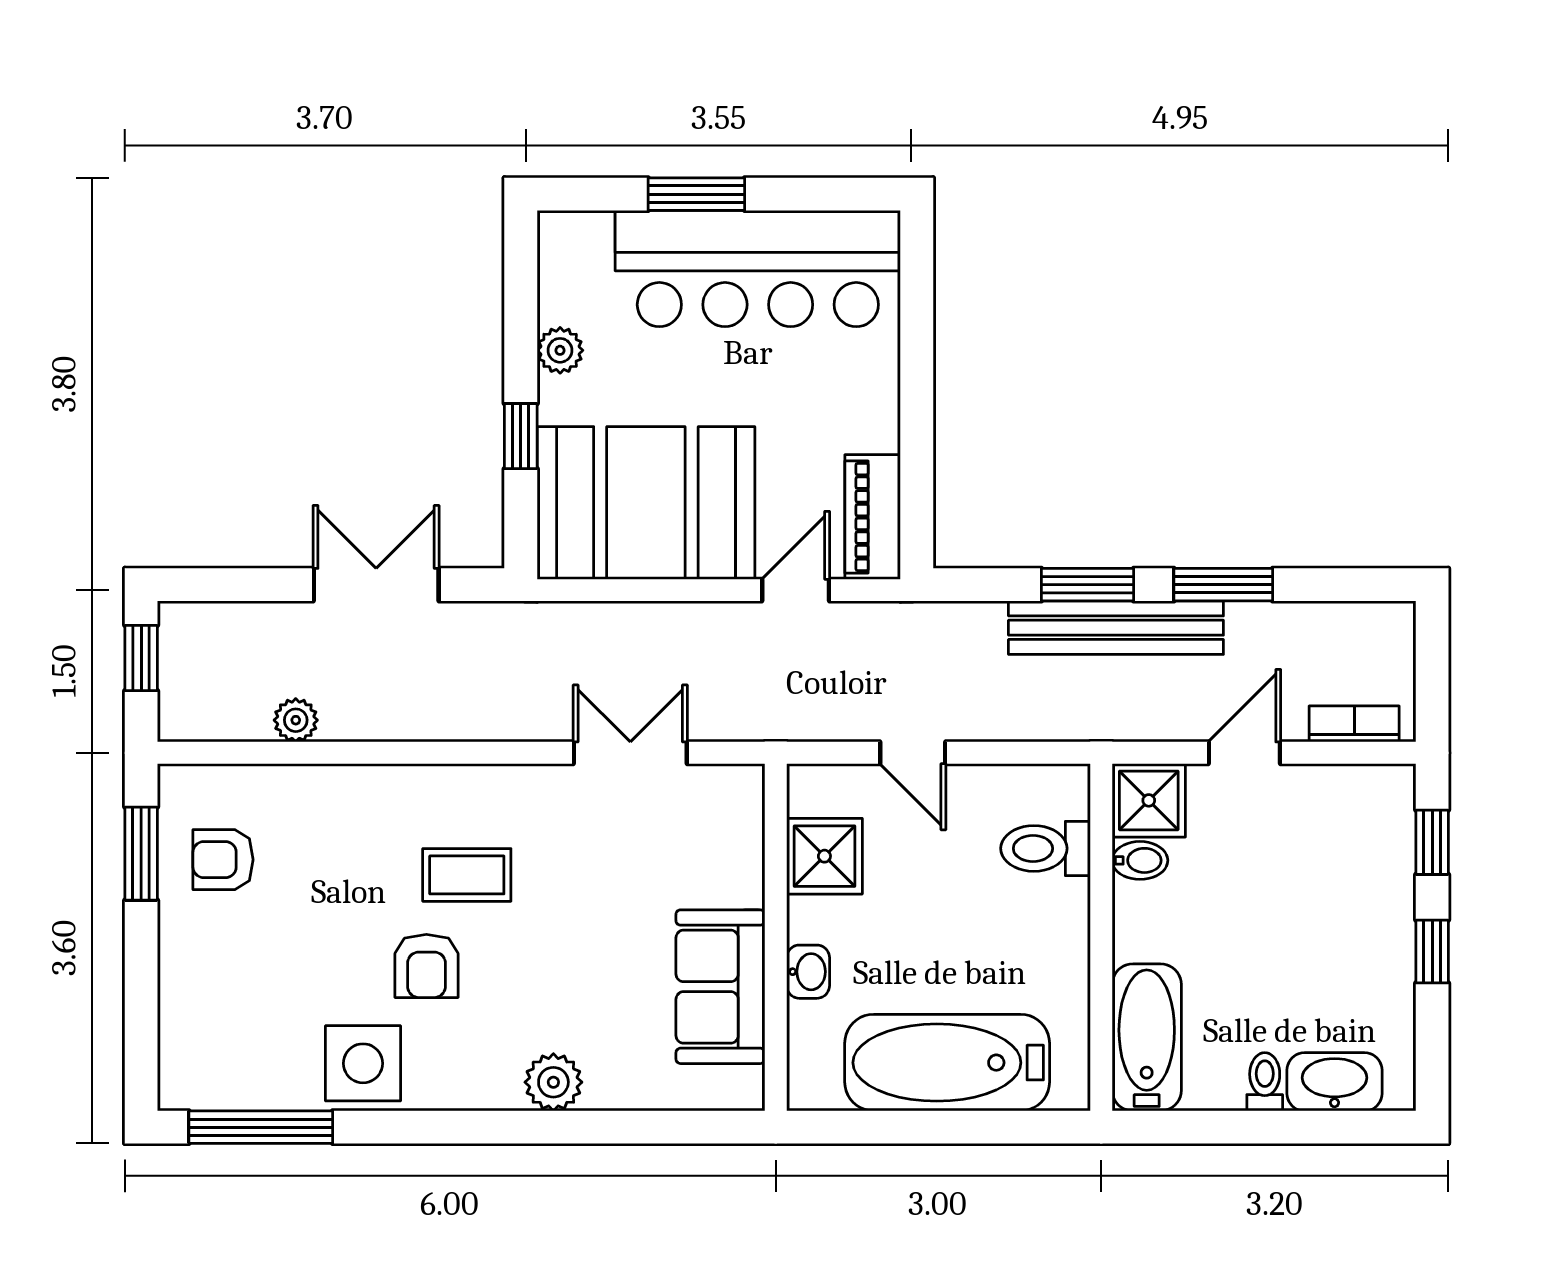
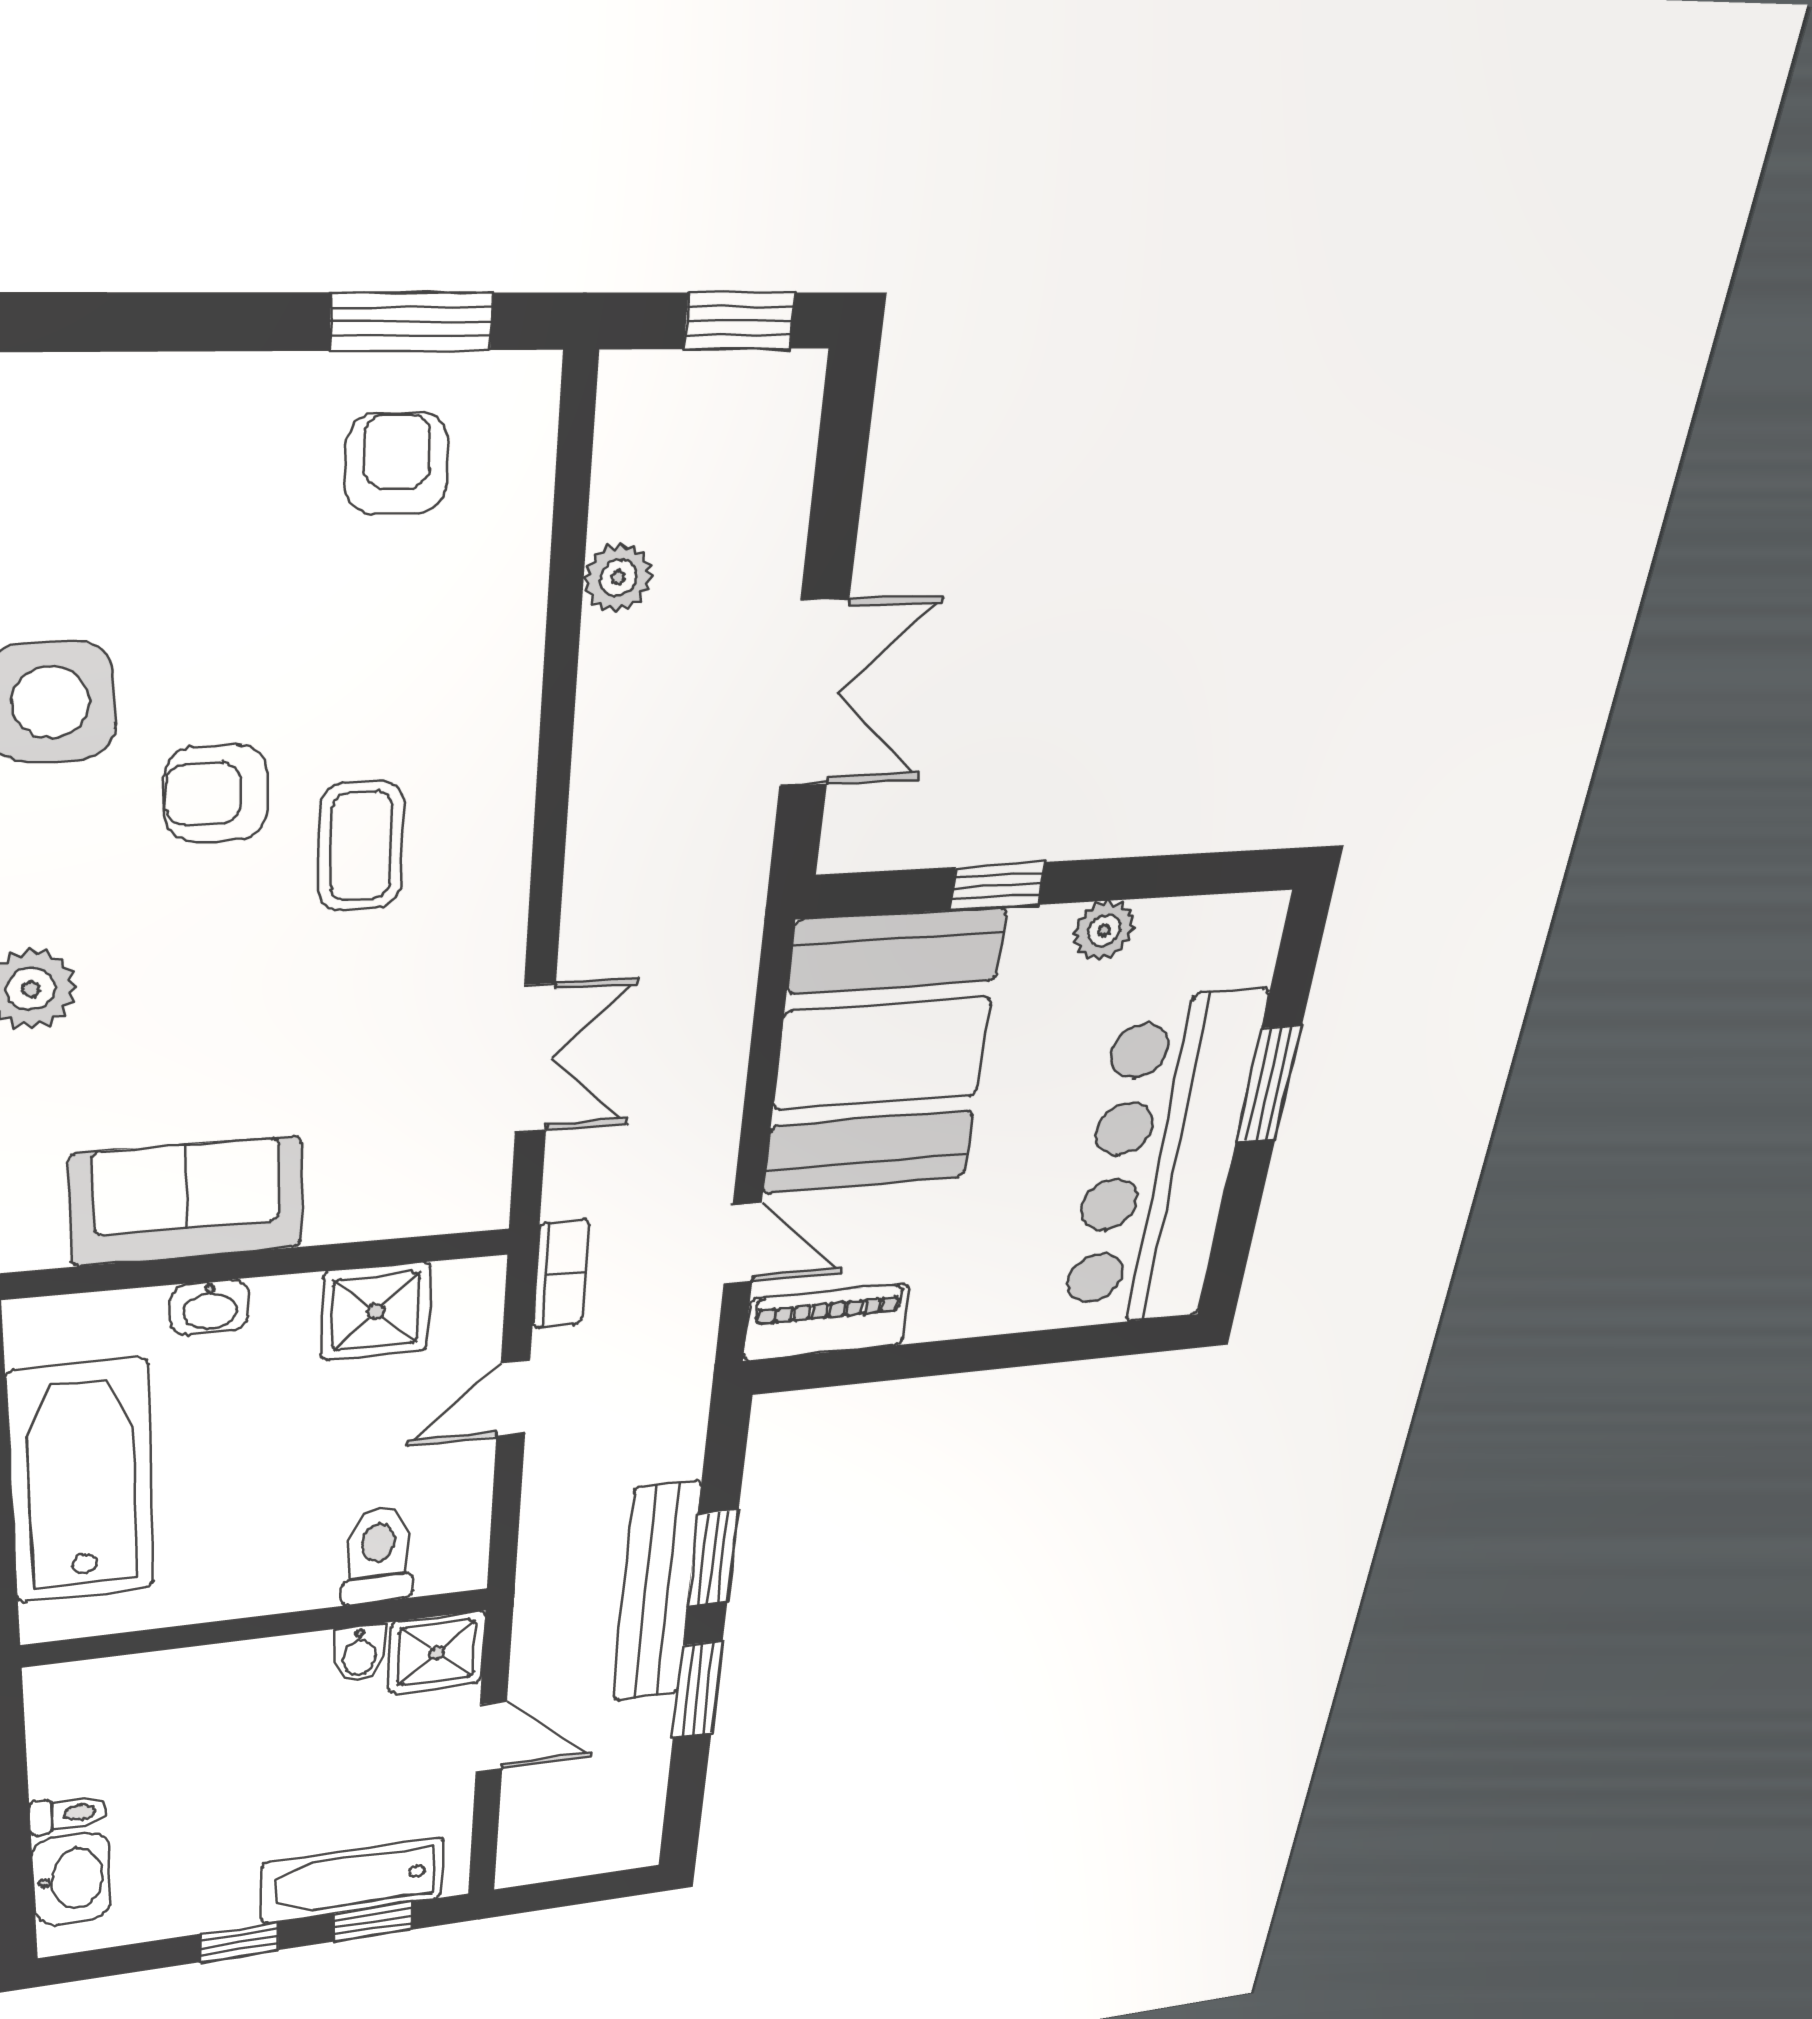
bookcase: (1354, 724) -> (561, 1274), moved
bathtub: (1147, 1037) -> (352, 1881), moved, turned 180

